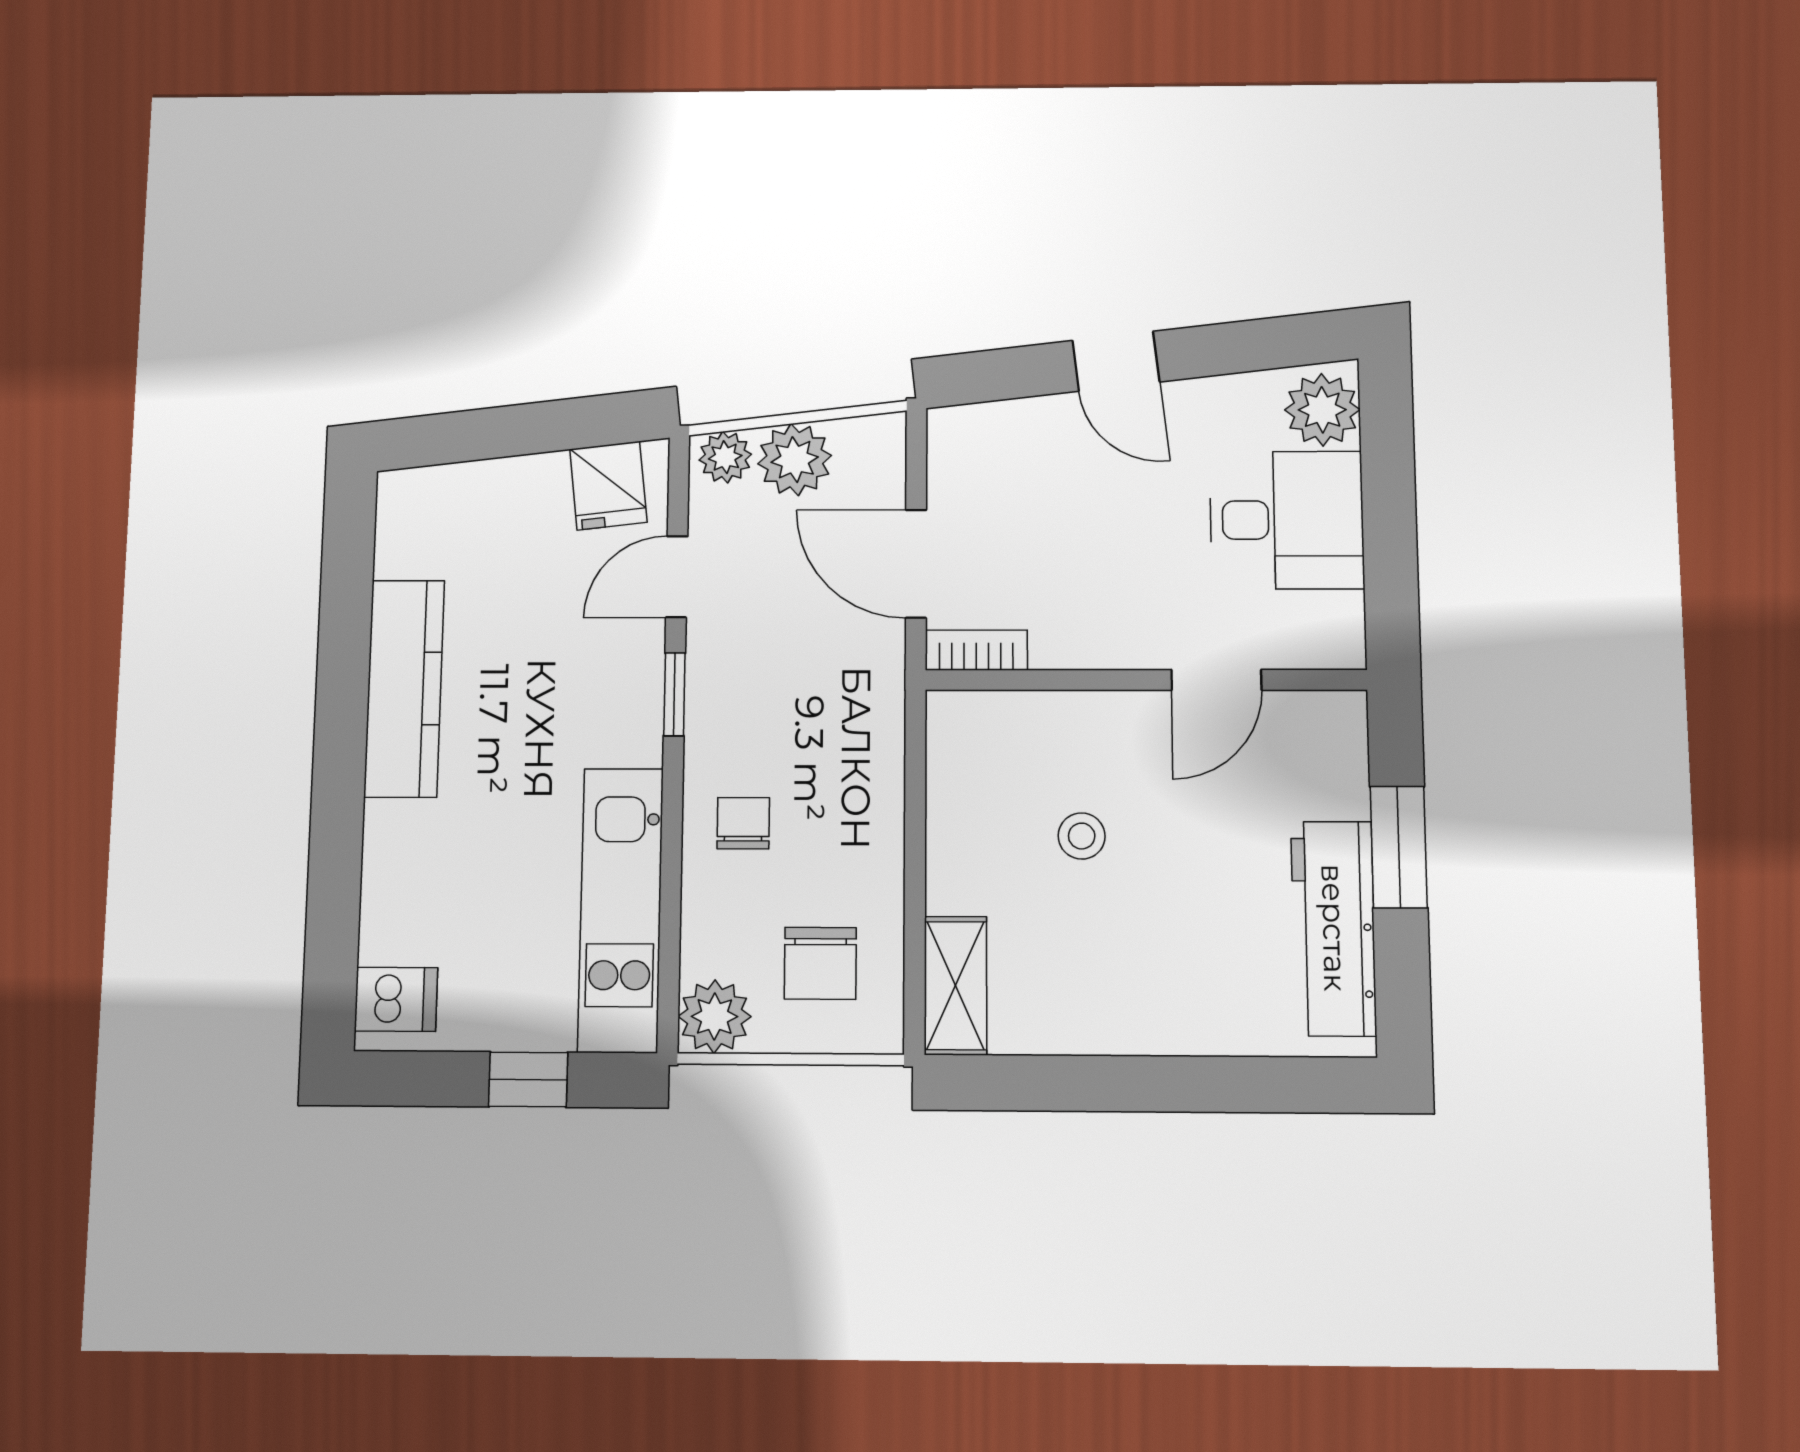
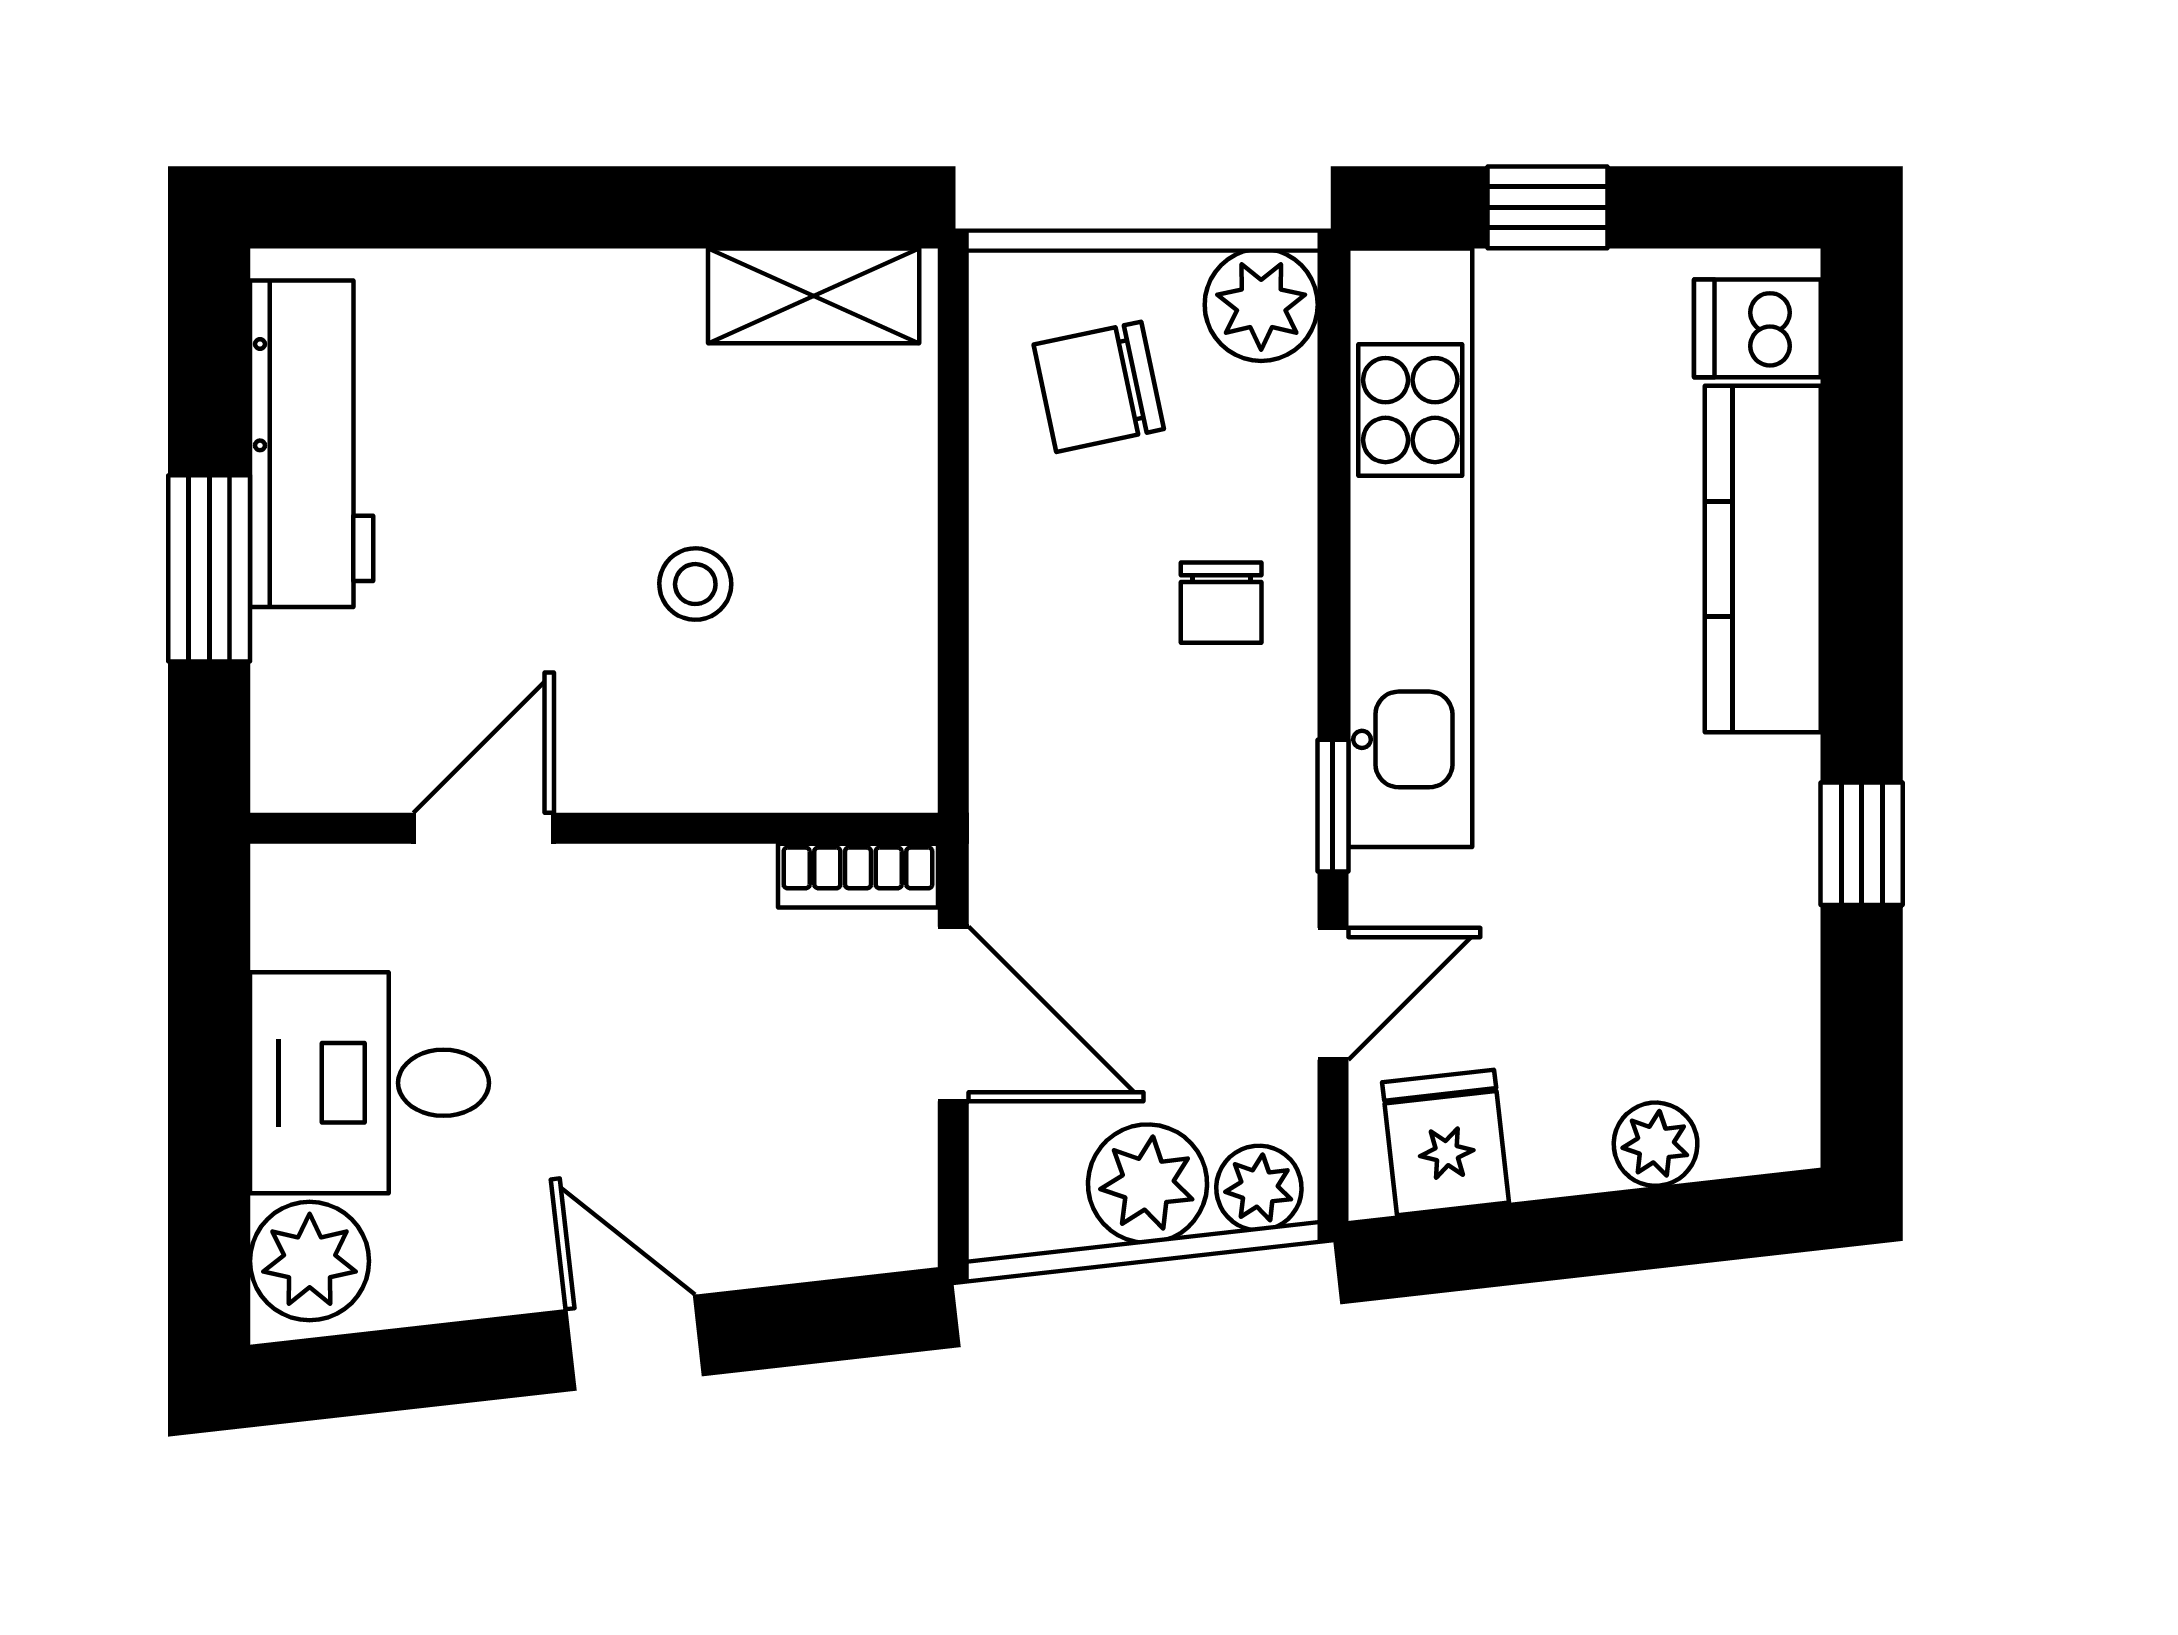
plant: (478, 485) -> (1656, 1144), added
window: (343, 670) -> (1862, 844), added
kitchen counter: (404, 688) -> (1763, 559), moved
kitchen unit: (621, 910) -> (1410, 548), width x1.36
chair: (820, 963) -> (1099, 387), turned -102
shelving: (955, 986) -> (814, 296), moved, turned 90

